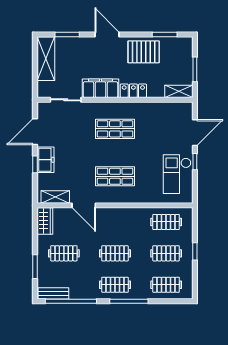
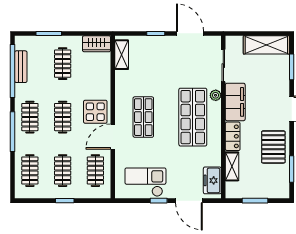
shelving: (179, 91) -> (232, 166), moved
plant: (94, 107) -> (216, 95), added
shop shelf: (115, 129) -> (193, 117), width x1.43, depth x1.36
freezer: (46, 160) -> (212, 180), moved, turned 90
door: (84, 205) -> (113, 137), moved
display table: (110, 222) -> (95, 112), added
bench: (53, 293) -> (21, 67), moved

